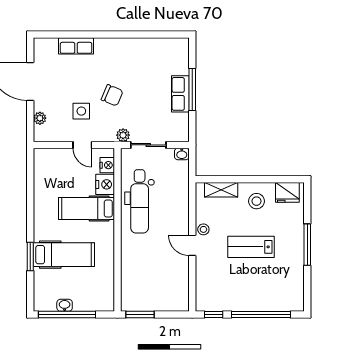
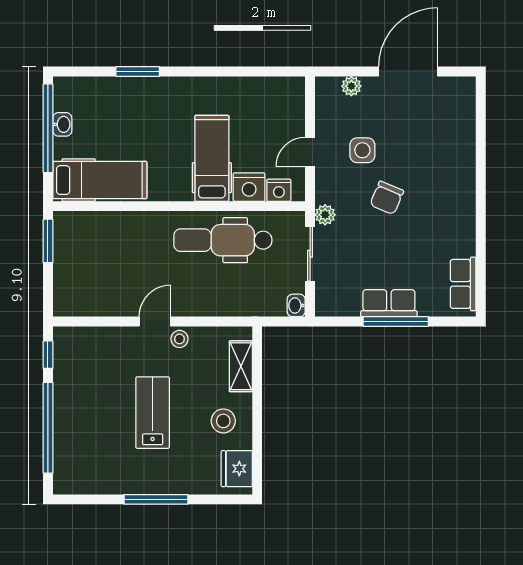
row of seats: (76, 46) -> (463, 284), moved
hospital bed: (64, 255) -> (100, 180), moved, turned -90

